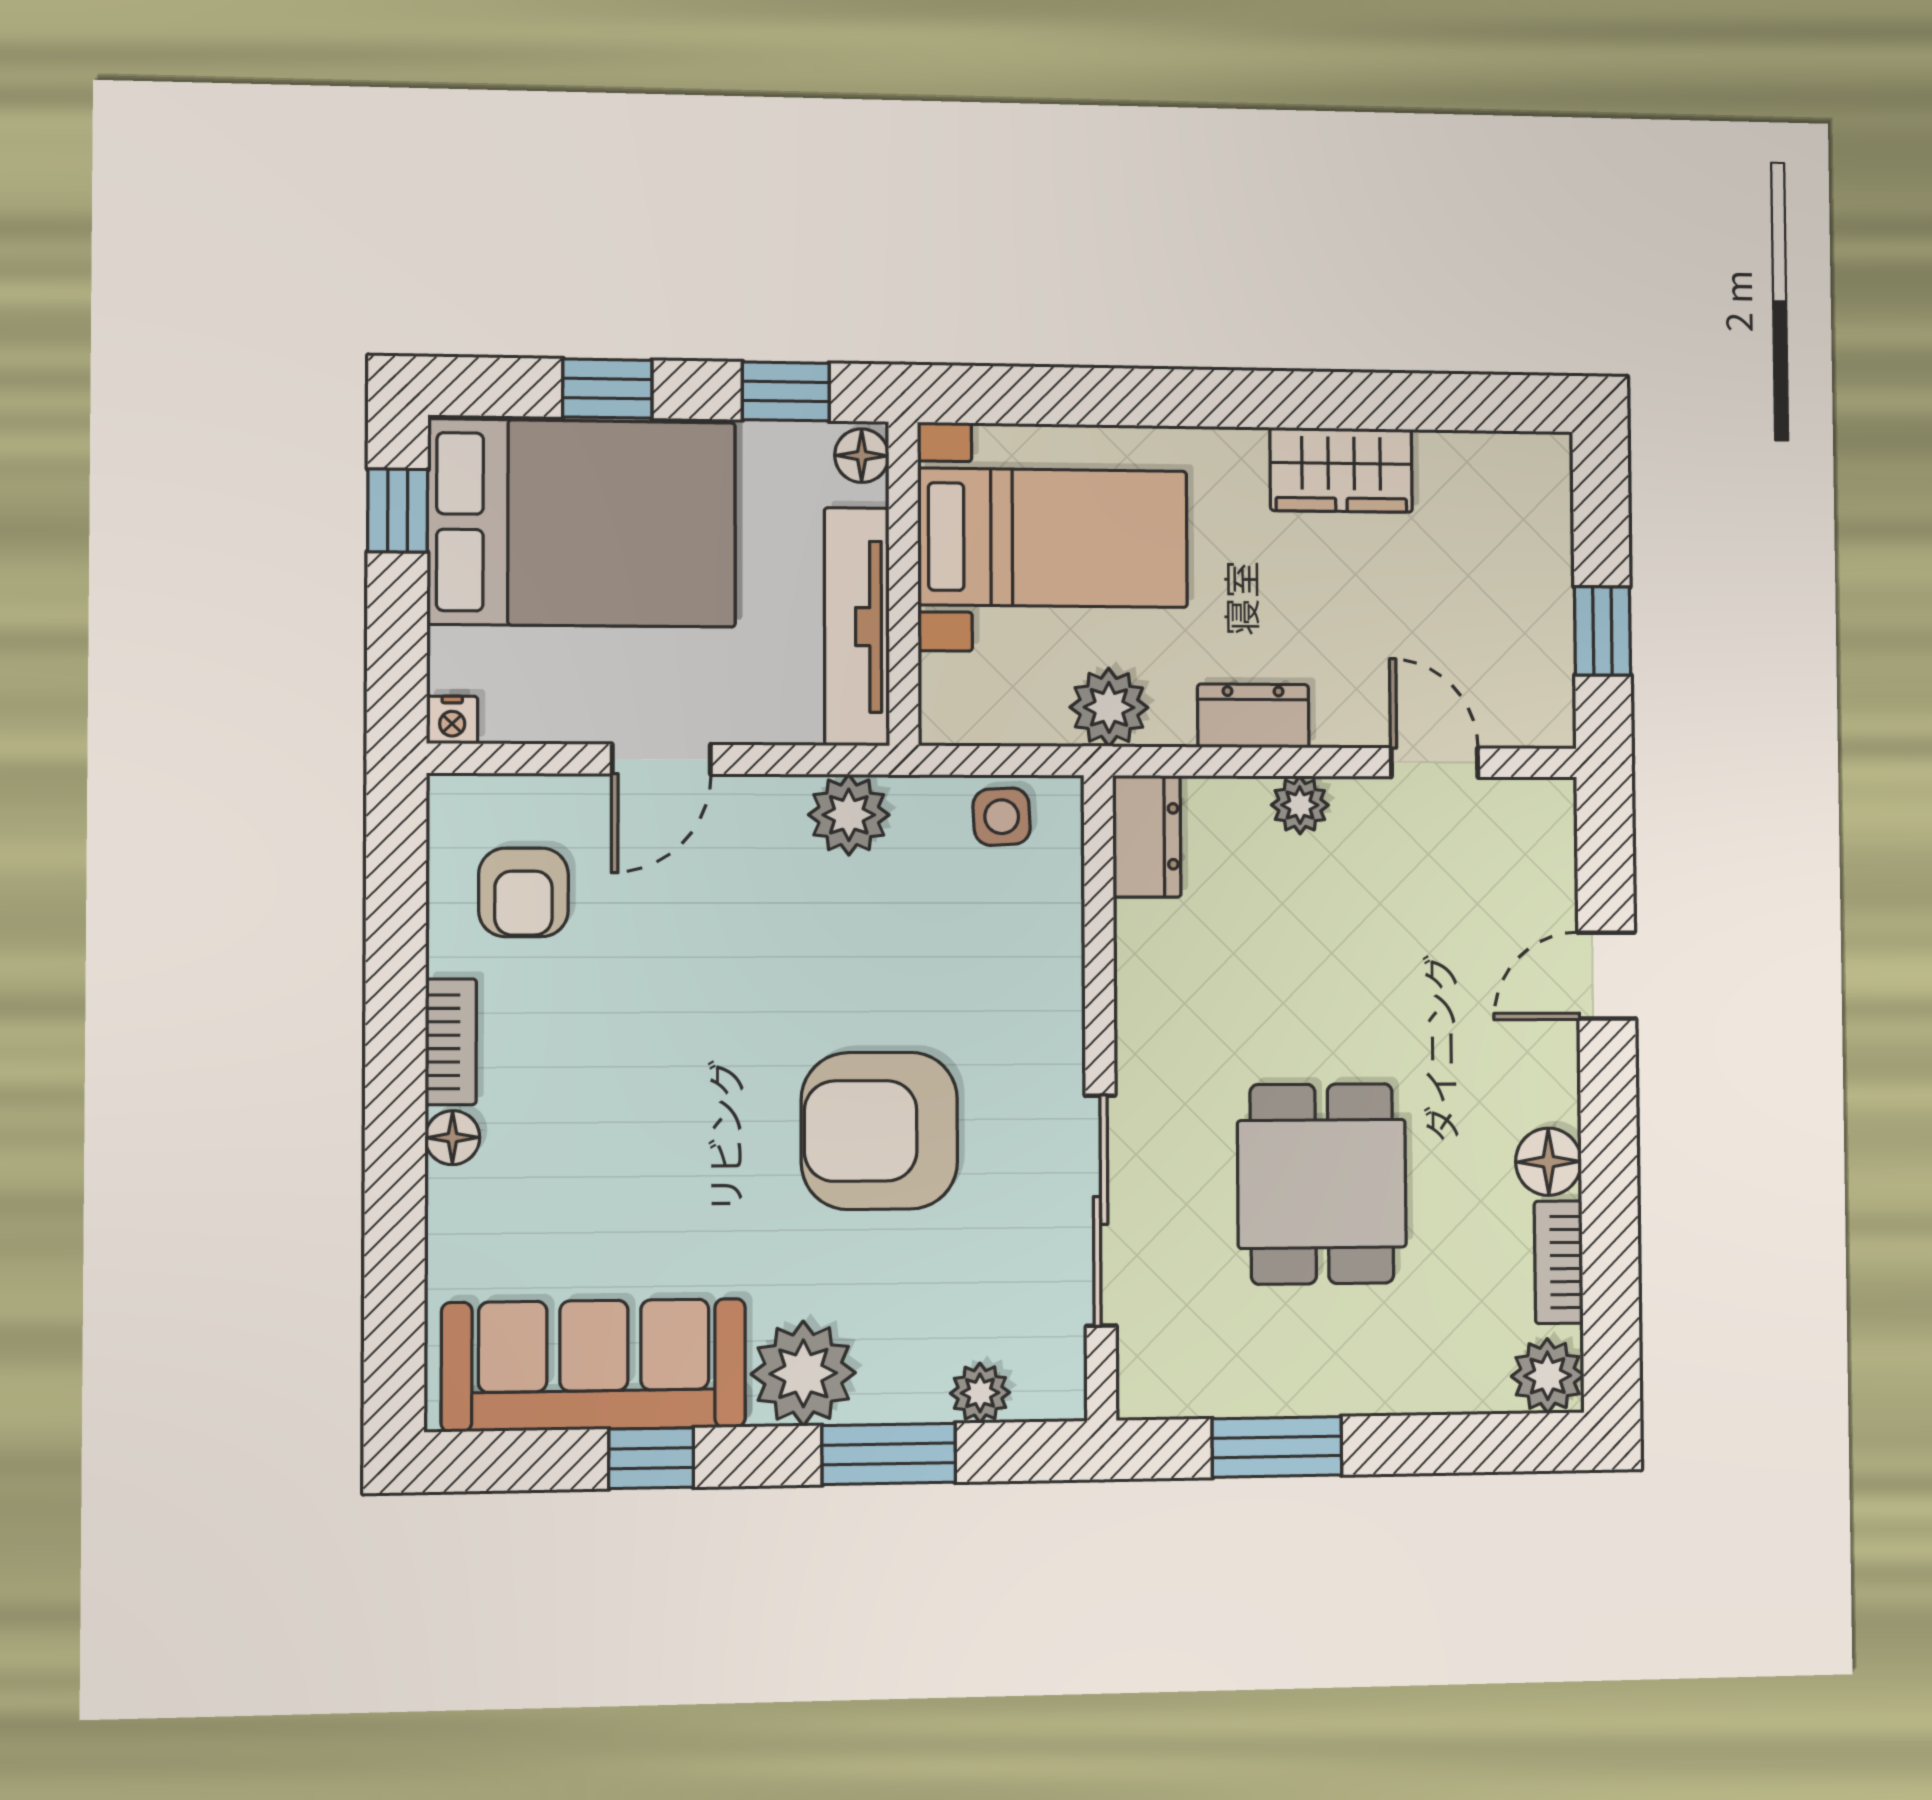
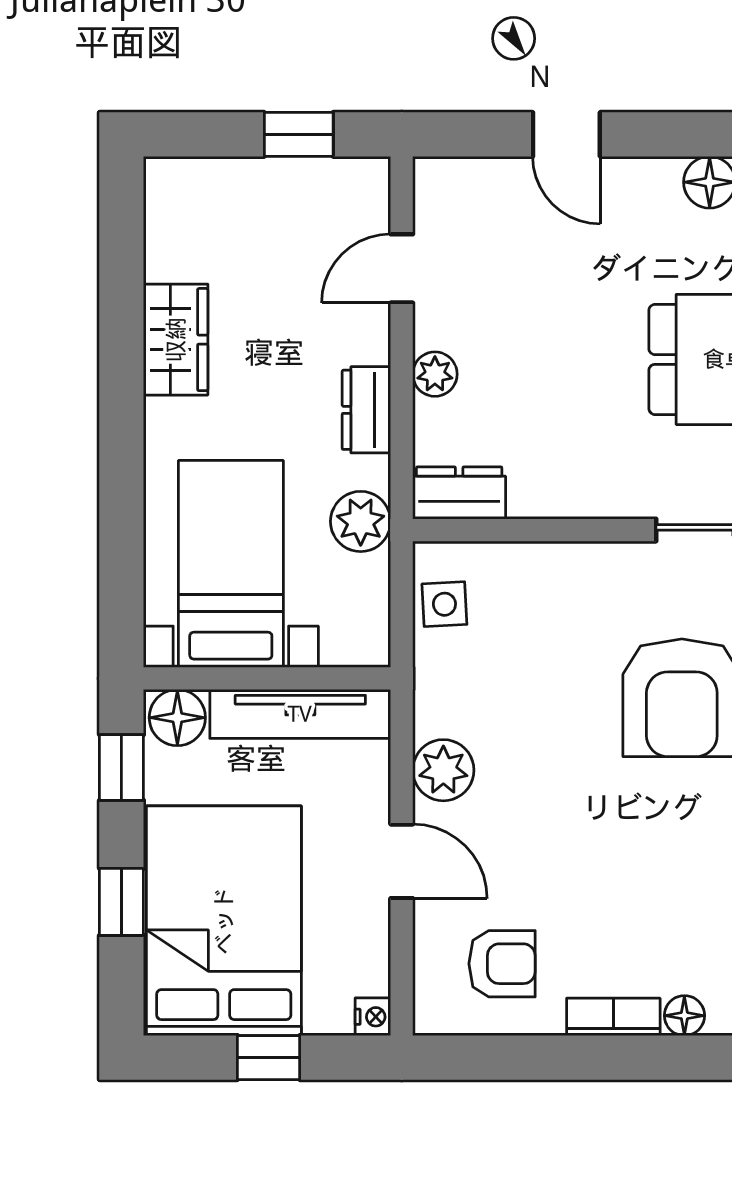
floor lamp: (862, 456) -> (177, 718), width x1.37, depth x1.37
window: (398, 510) -> (269, 1058), moved
plant: (849, 815) -> (443, 770), moved

